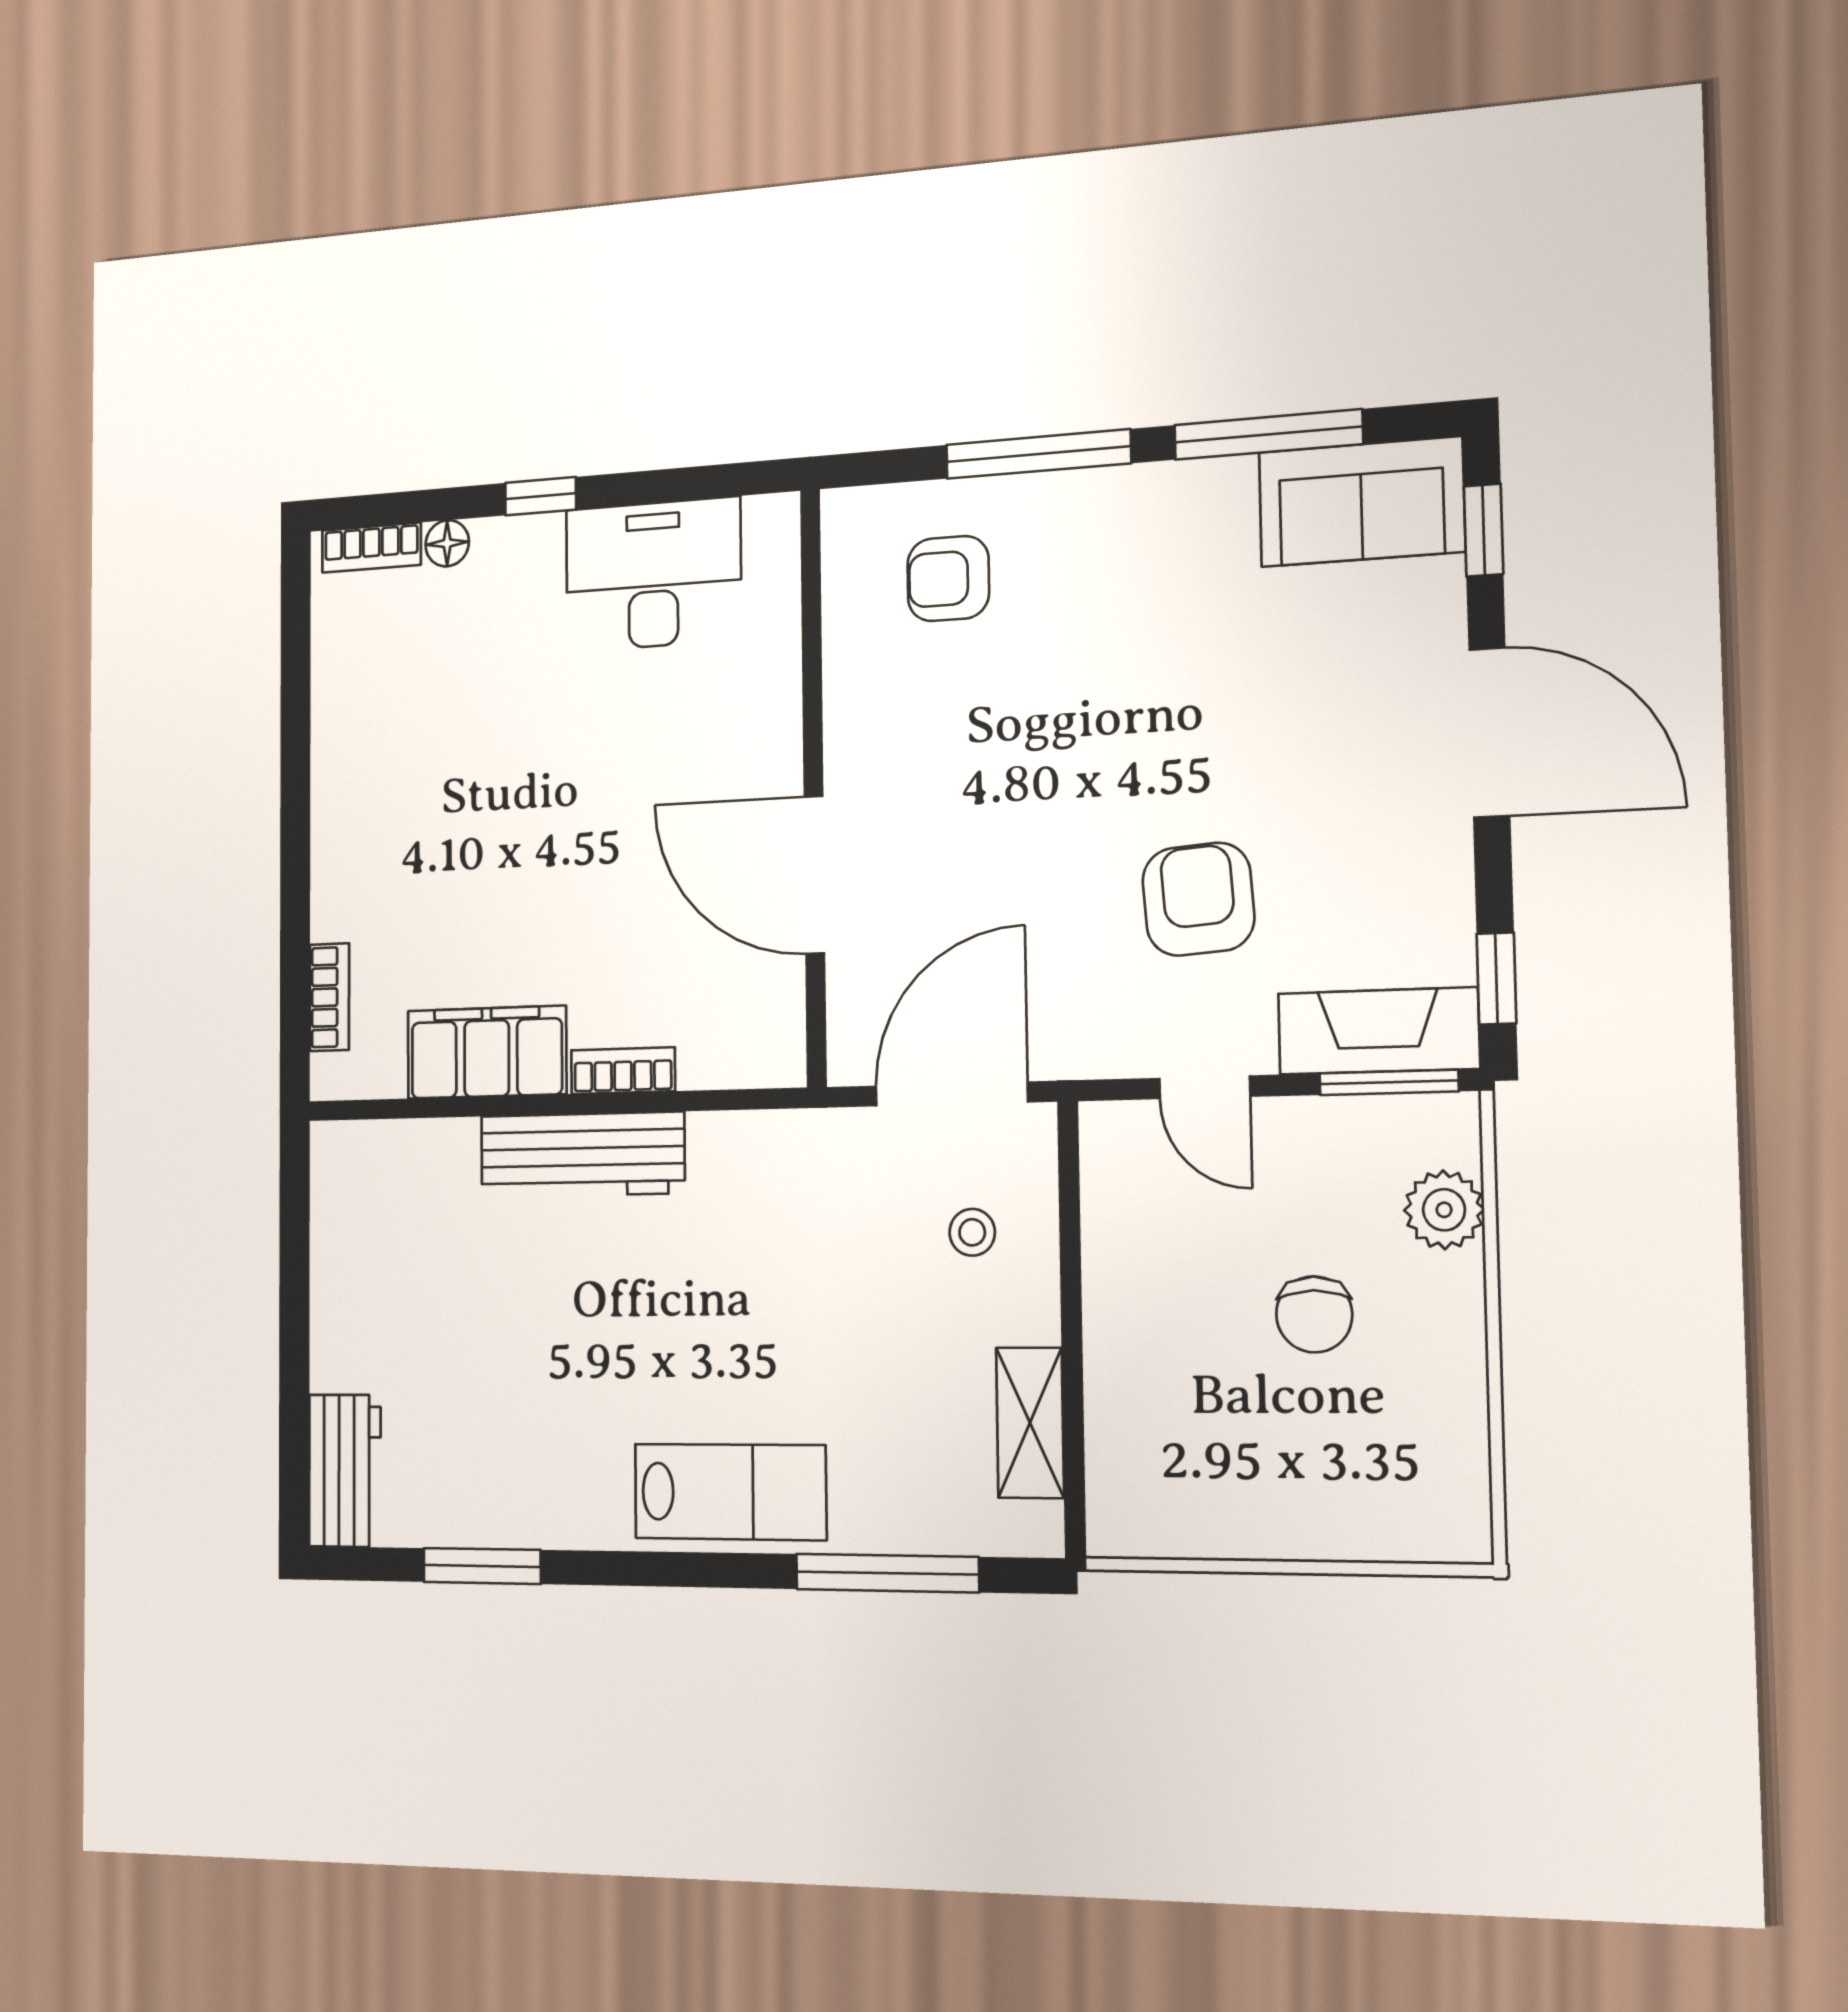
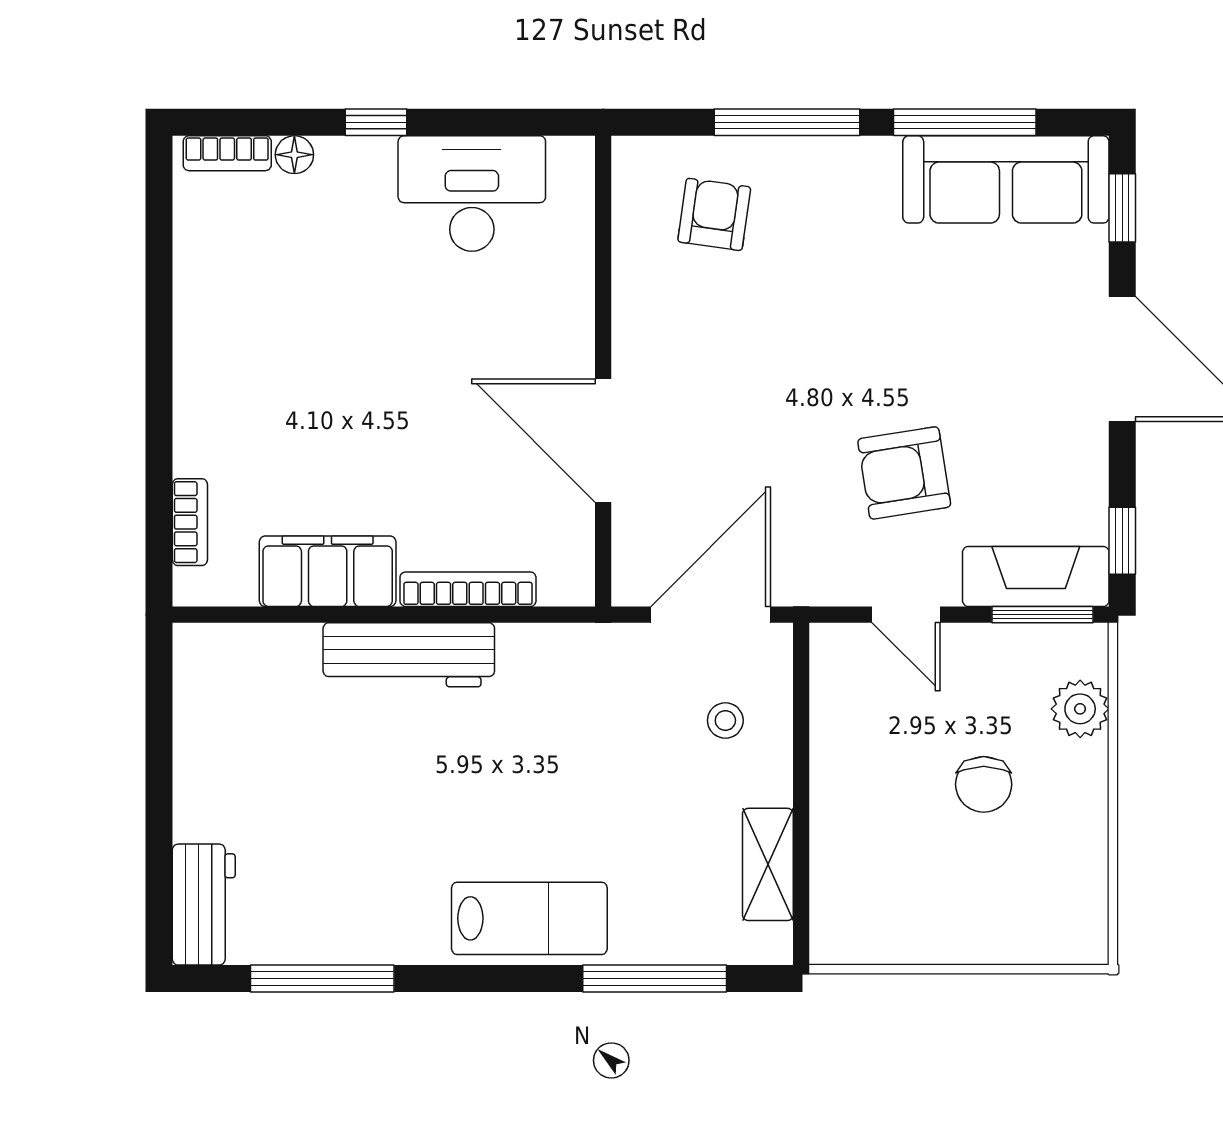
sofa: (1361, 502) -> (1006, 179), width x1.36
armchair: (948, 579) -> (714, 214), turned 98
armchair: (1198, 899) -> (904, 473), turned -95
bookcase: (623, 1071) -> (468, 589), width x1.56
window: (482, 1566) -> (322, 978), width x1.44

